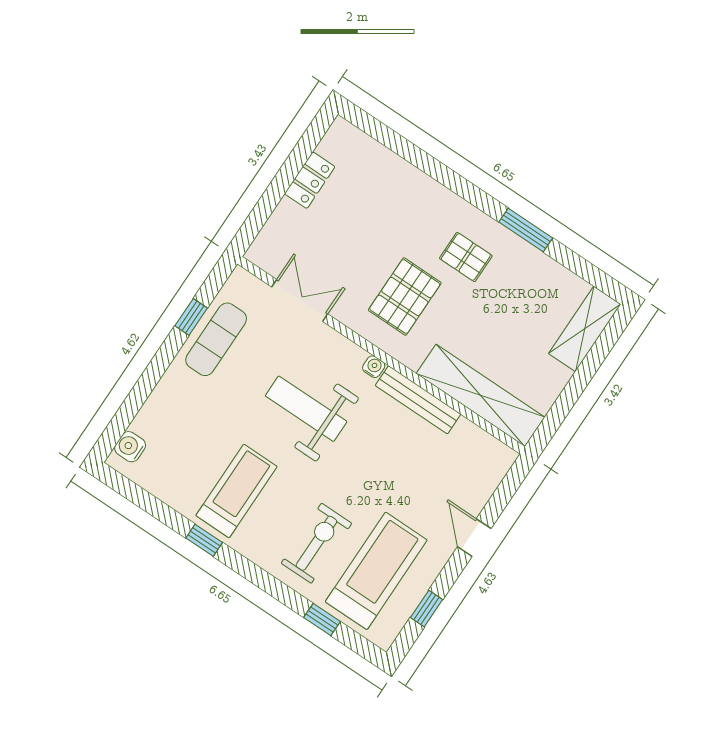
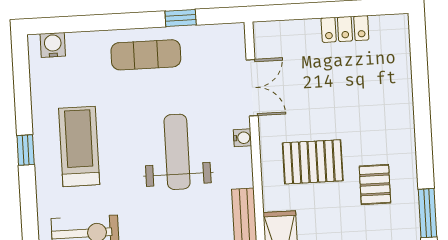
exercise mat: (216, 339) -> (146, 55), moved
water cooler: (374, 367) -> (242, 138), moved
treadmill: (237, 491) -> (79, 146), turned -90

